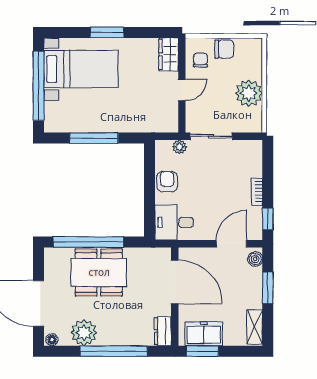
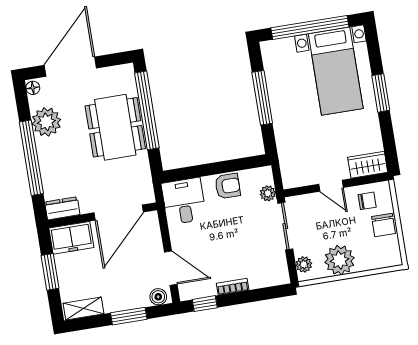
plant: (248, 125) -> (304, 264), added
freezer: (204, 334) -> (71, 238), moved, turned 90
window: (202, 351) -> (50, 272), moved

